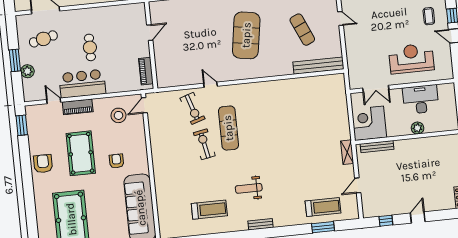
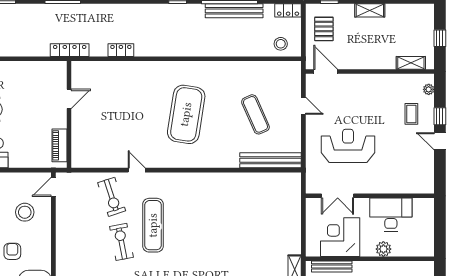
reception desk: (411, 59) -> (348, 146), moved
stool: (118, 115) -> (25, 212), moved
corner desk: (369, 123) -> (340, 237), moved

